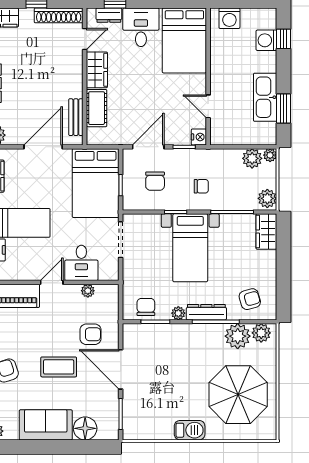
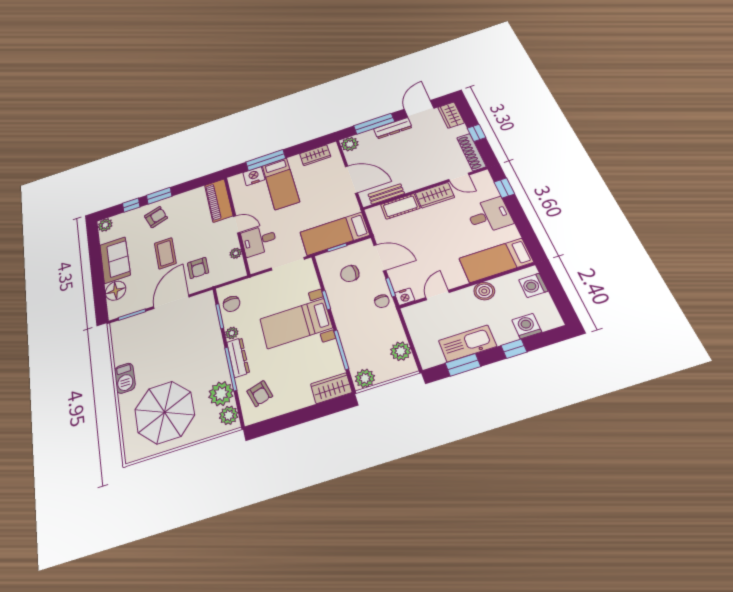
dresser: (109, 15) -> (489, 188), removed
window: (284, 39) -> (514, 349), moved
bed: (184, 40) -> (496, 260), width x0.67
boiler: (219, 63) -> (484, 291), added
plant: (270, 155) -> (410, 367), removed
bed: (96, 183) -> (335, 234), width x0.67
chair: (201, 186) -> (382, 301), moved
chair: (146, 307) -> (232, 304), turned 90

